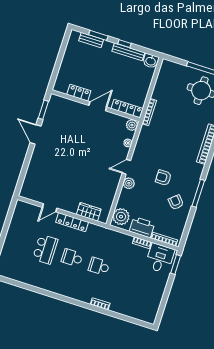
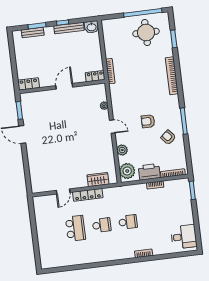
locker: (79, 93) -> (29, 84), moved
locker: (127, 109) -> (95, 76), width x0.66
plant: (132, 125) -> (101, 89), removed
door: (126, 167) -> (112, 127), swing flipped
plant: (129, 183) -> (122, 150), moved
school desk: (72, 258) -> (102, 225), turned 180
desk: (160, 258) -> (184, 237), moved, turned 90
school desk: (99, 266) -> (128, 222), turned 180

